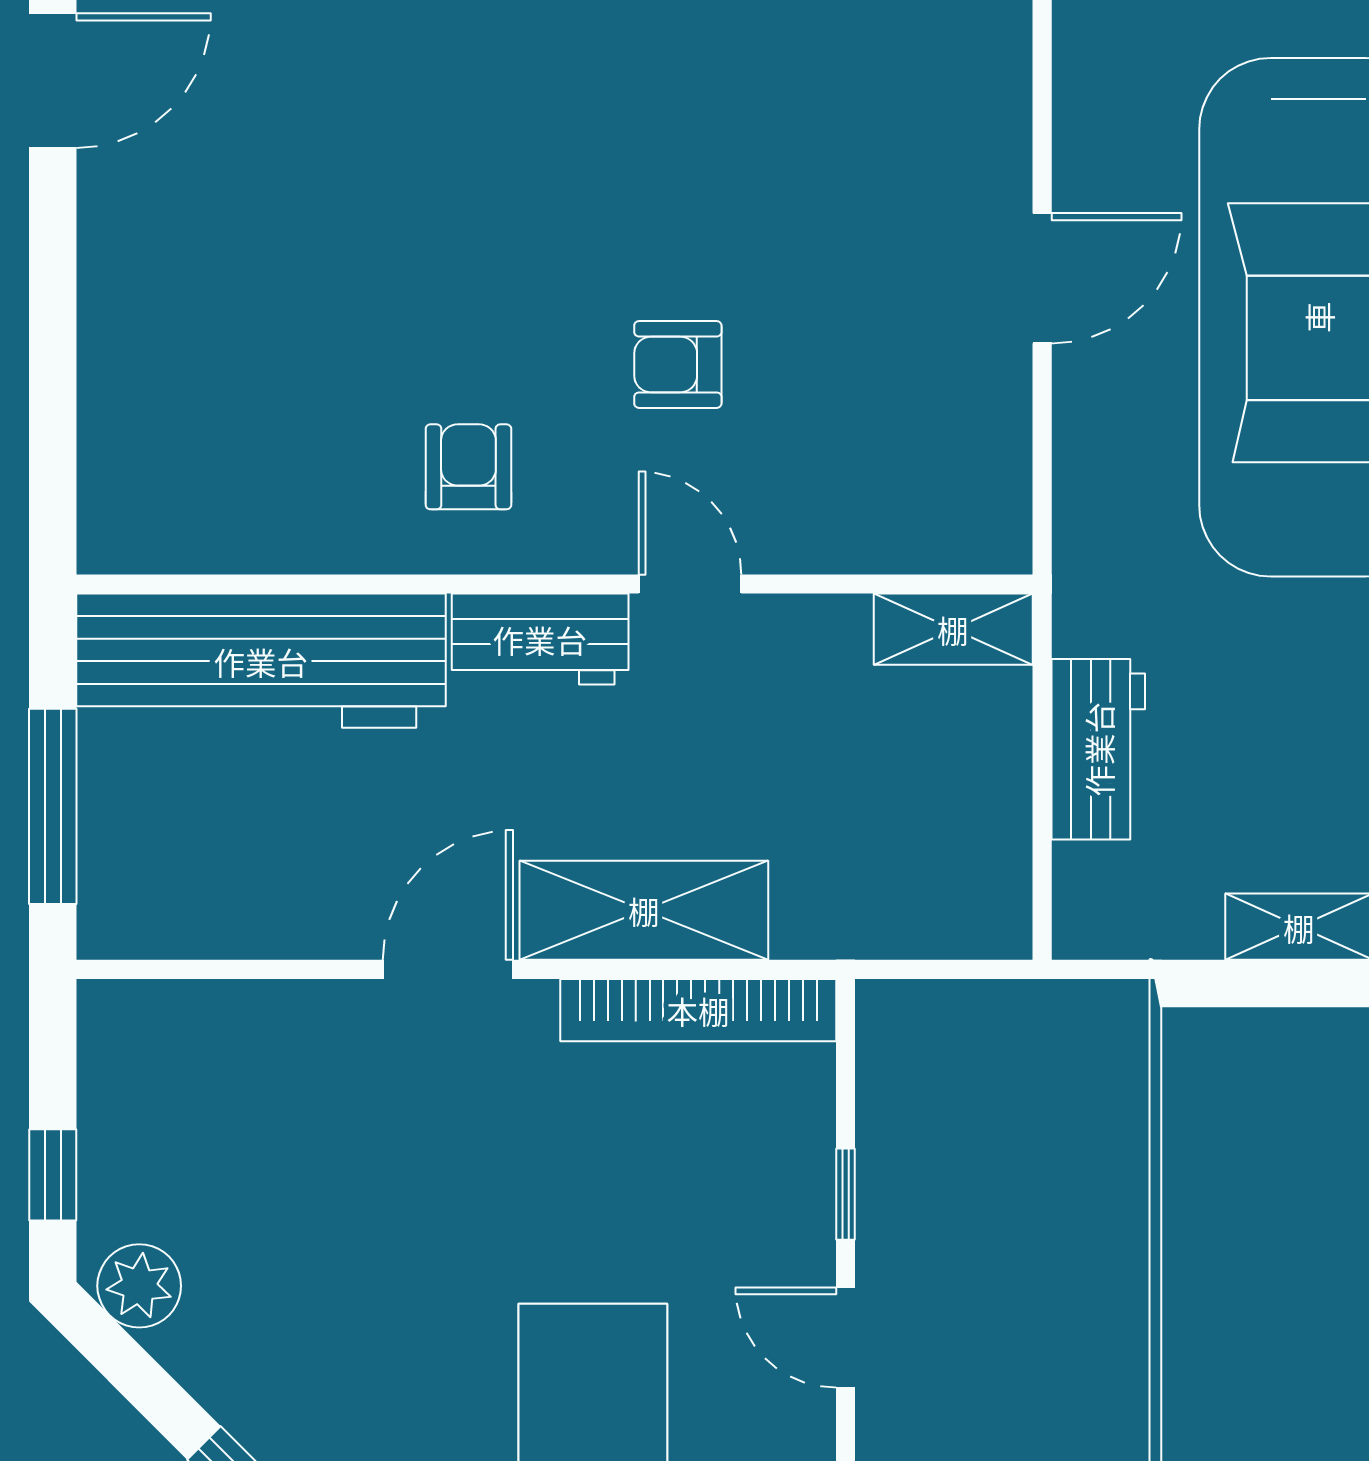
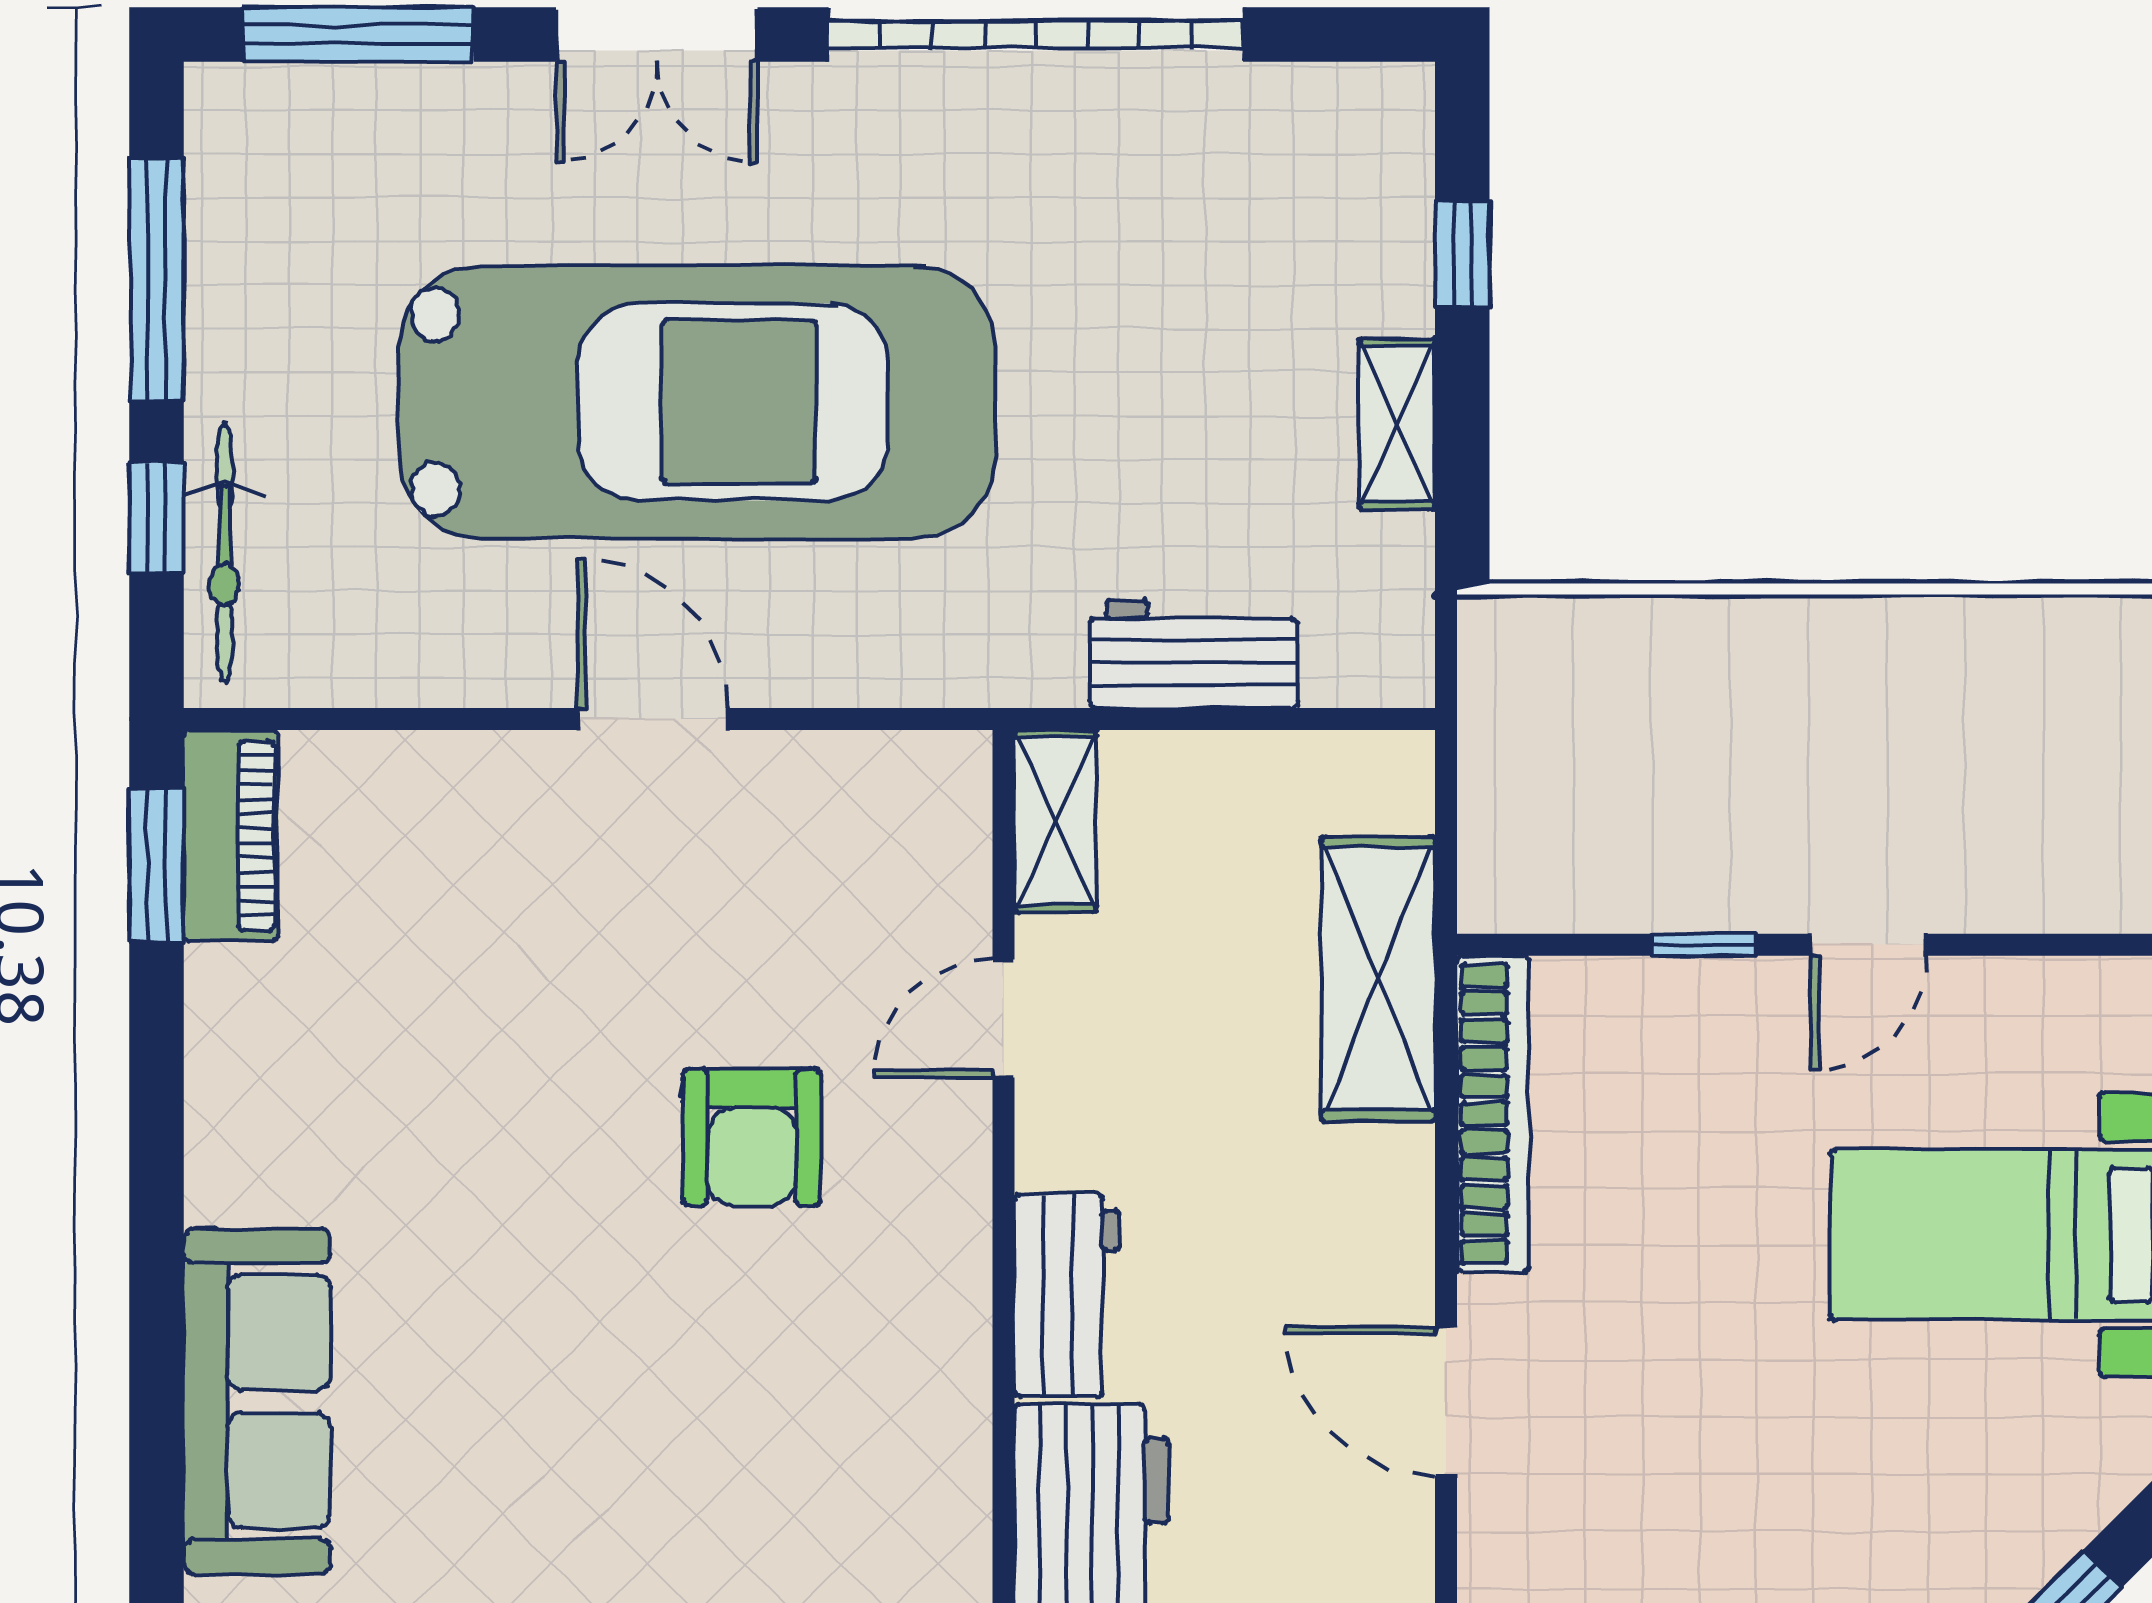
armchair: (678, 364) -> (752, 1137), width x1.38, depth x1.38
armchair: (468, 467) -> (869, 1378), removed
door: (690, 584) -> (1004, 1019), moved
shelving: (644, 910) -> (1378, 979), moved

